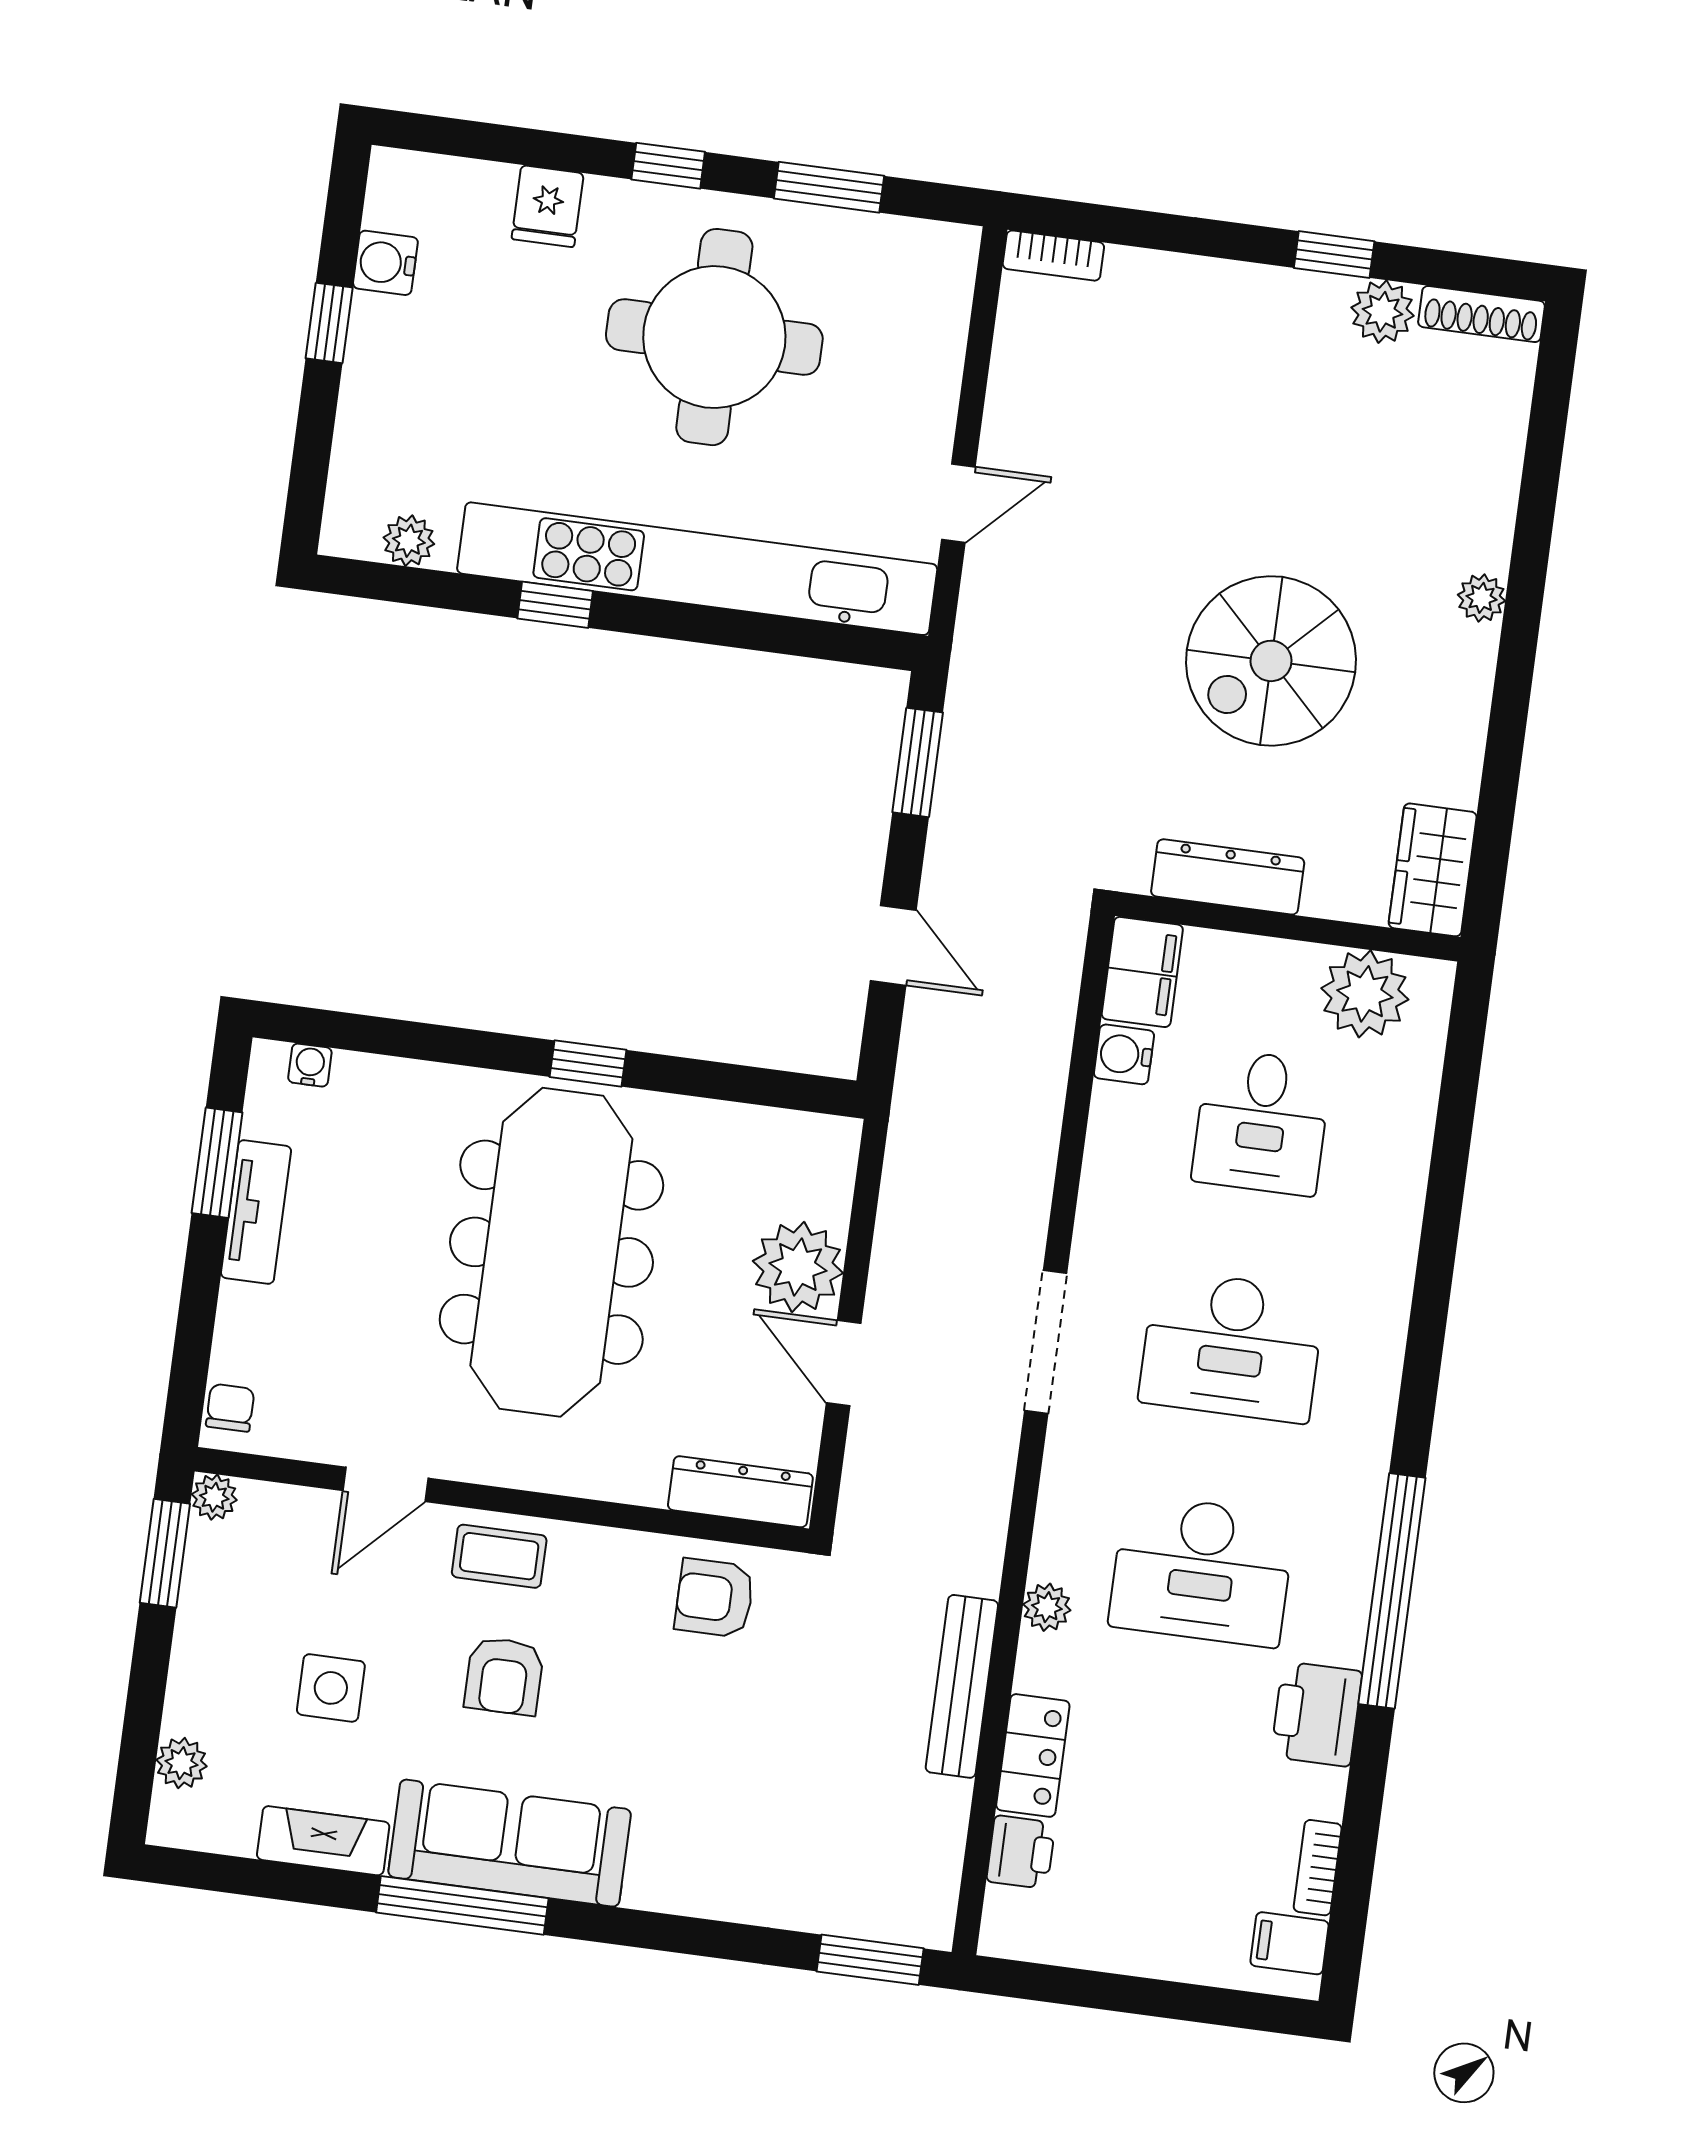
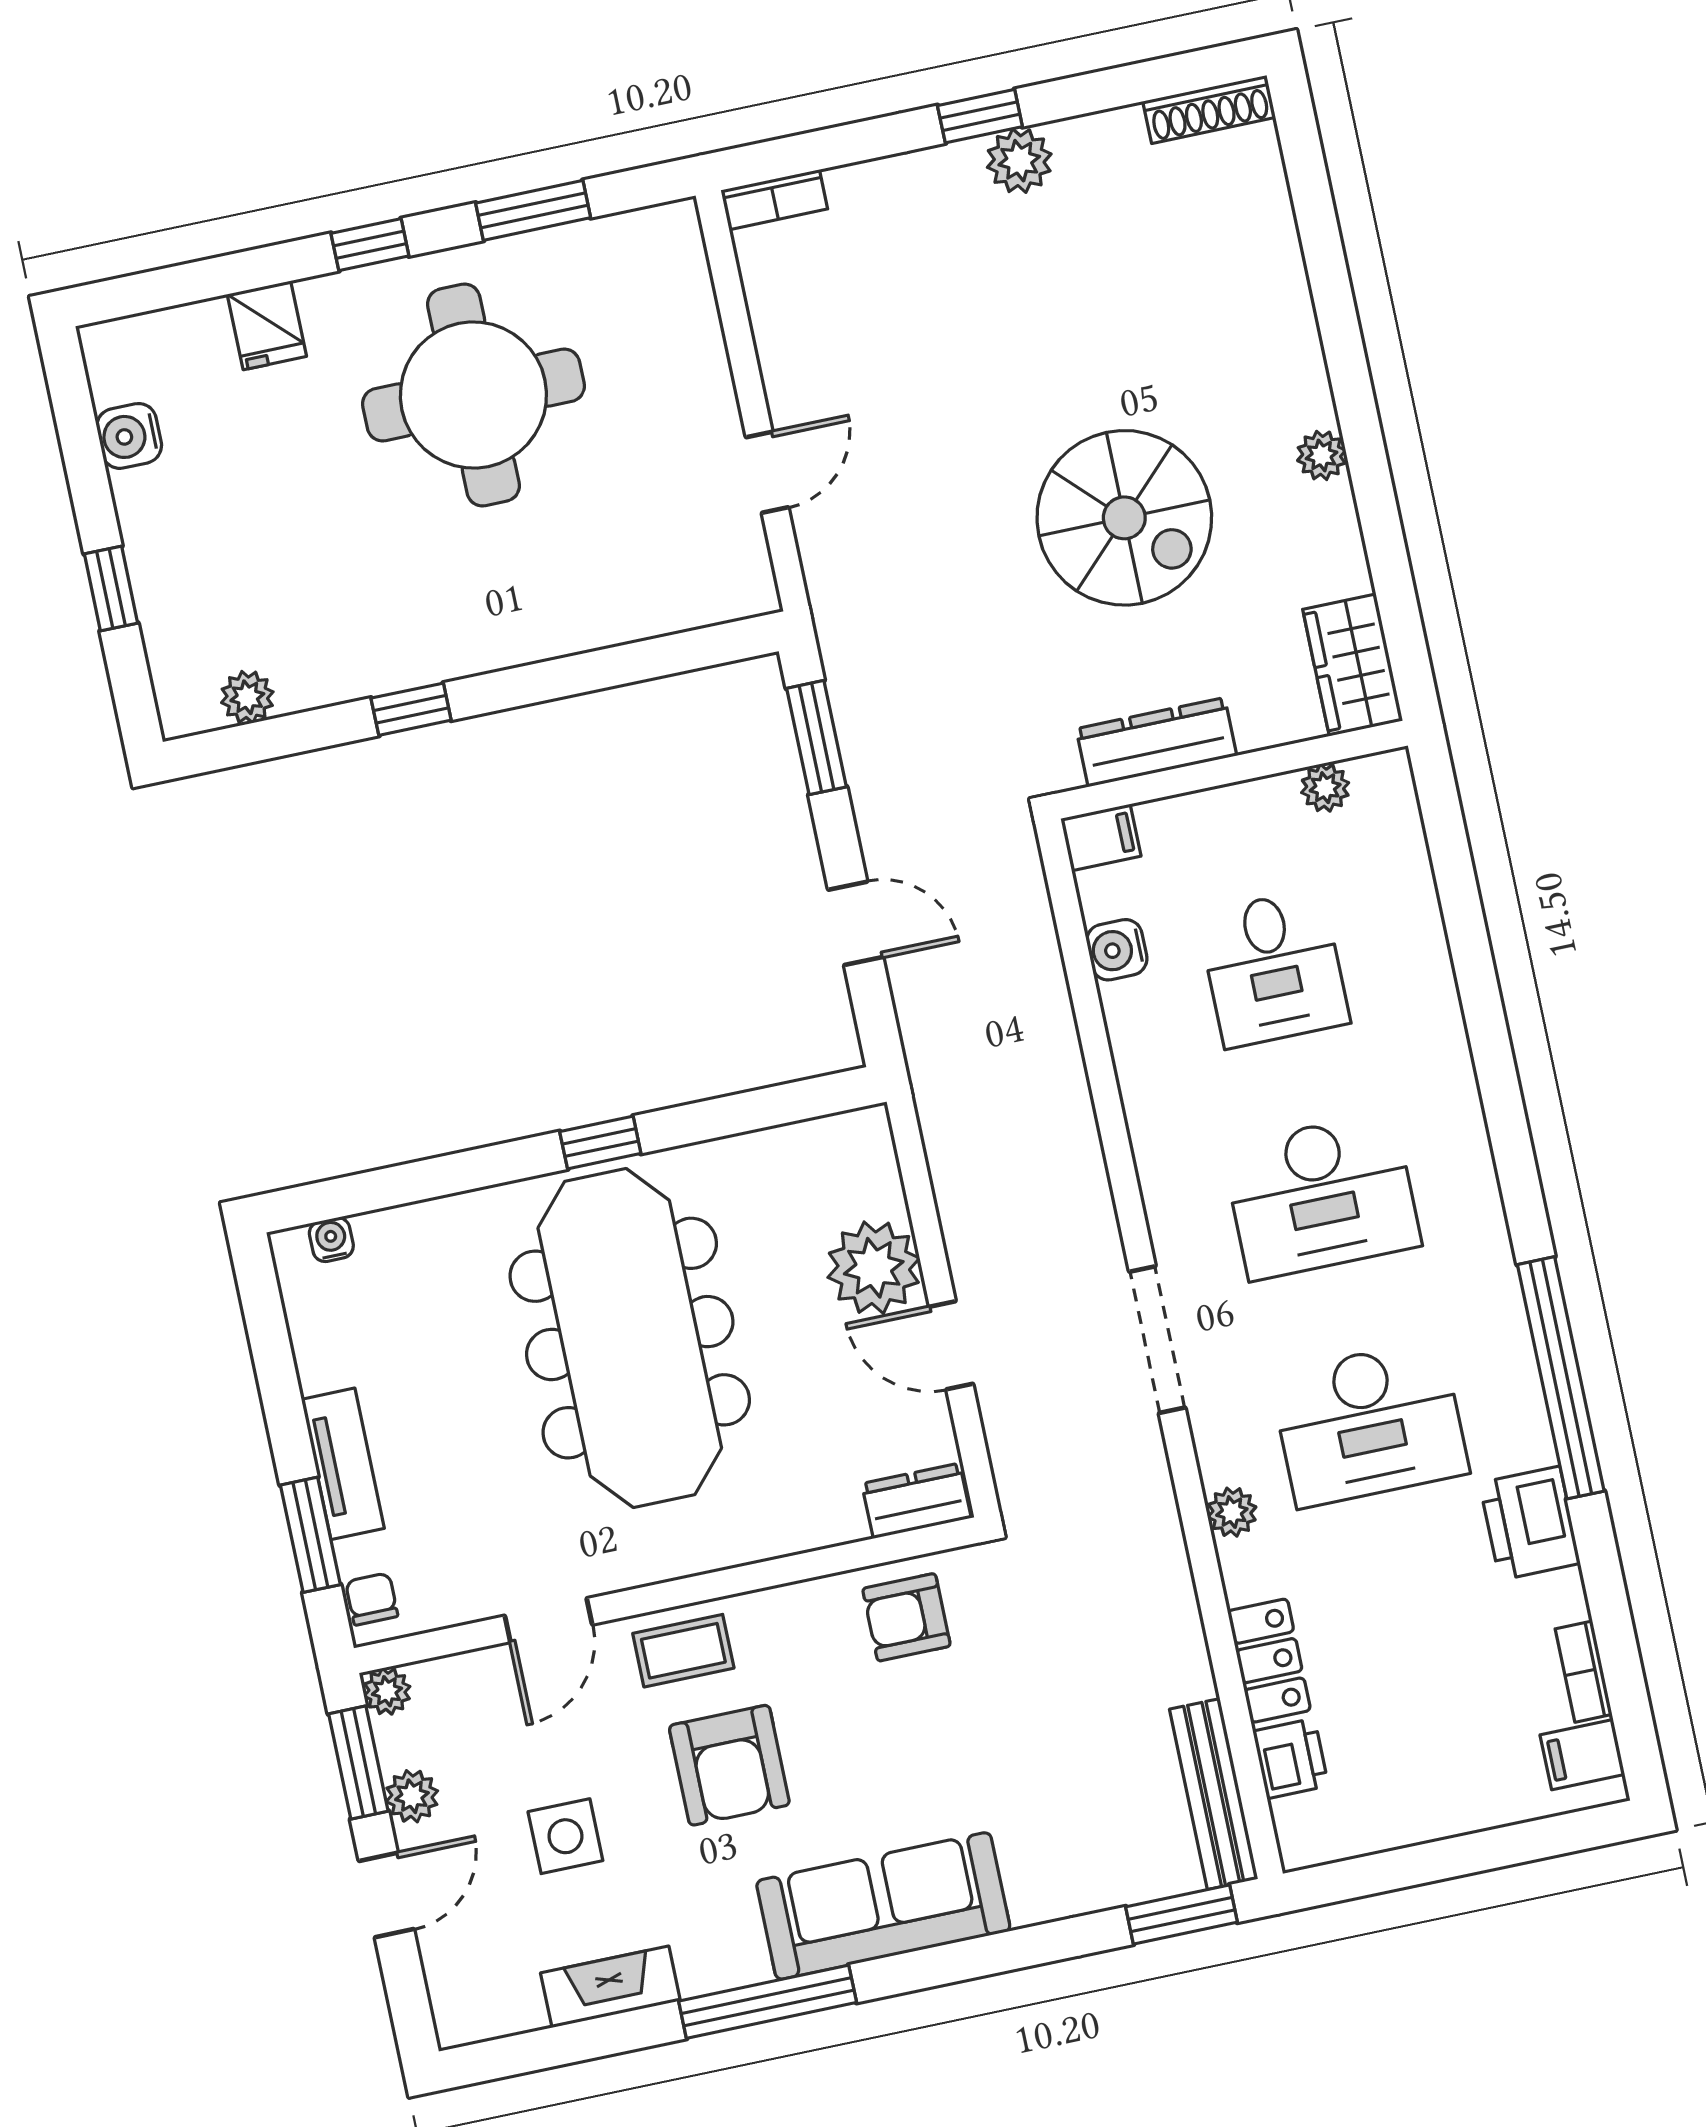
window: (1334, 255) -> (980, 116), moved
plant: (1383, 312) -> (1019, 161), moved
window: (329, 323) -> (111, 589), moved
kitchen unit: (697, 569) -> (536, 625), removed
plant: (1481, 598) -> (1322, 455), moved
spiral stairs: (1271, 661) -> (1124, 518), turned -90
filing cabinet: (1142, 972) -> (1101, 837), width x0.50
plant: (1365, 994) -> (1325, 788), width x0.53, depth x0.53
window: (217, 1163) -> (310, 1535), moved
tv unit: (256, 1212) -> (343, 1464), moved
doorway: (1046, 1342) -> (1157, 1340), moved
dresser: (740, 1492) -> (916, 1501), width x0.70
armchair: (504, 1676) -> (729, 1765), width x1.38, depth x1.38
door: (148, 1684) -> (386, 1895), added
bench: (962, 1686) -> (1214, 1794), moved
plant: (182, 1763) -> (412, 1796), moved
sofa: (510, 1843) -> (883, 1906), moved

